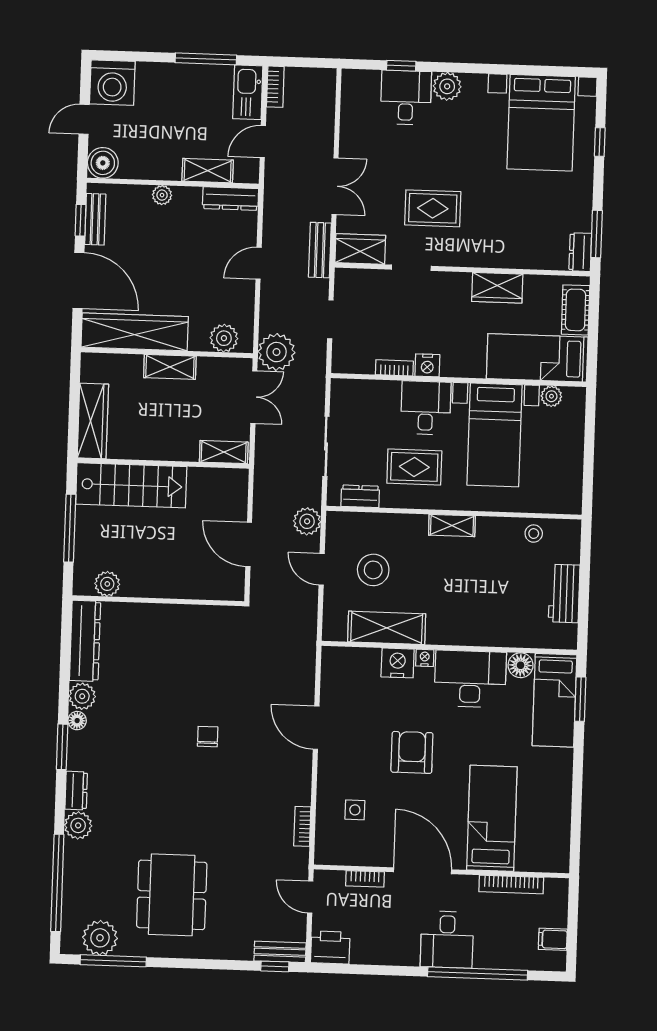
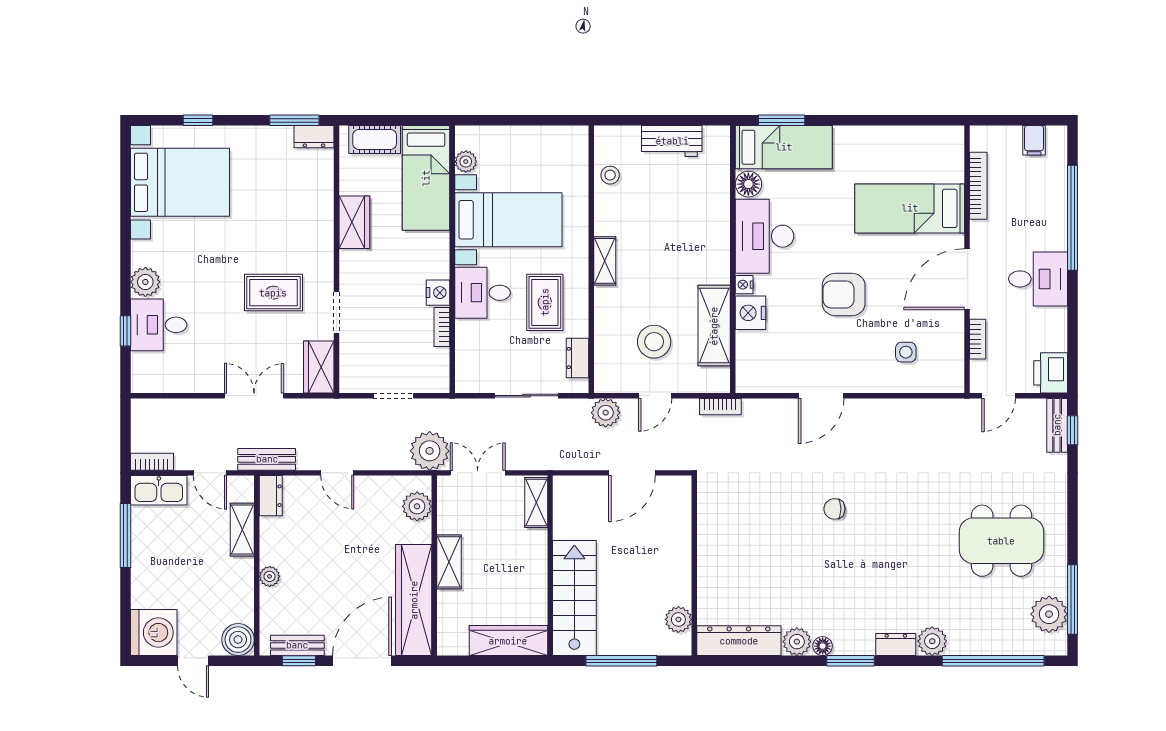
dresser: (231, 199) -> (271, 496), width x0.70
rug: (433, 208) -> (273, 293), turned 90
bench: (320, 250) -> (267, 459), moved
bookcase: (302, 826) -> (720, 407), moved
desk: (447, 939) -> (1038, 279), moved

